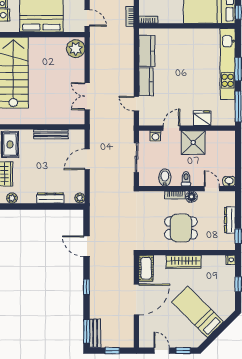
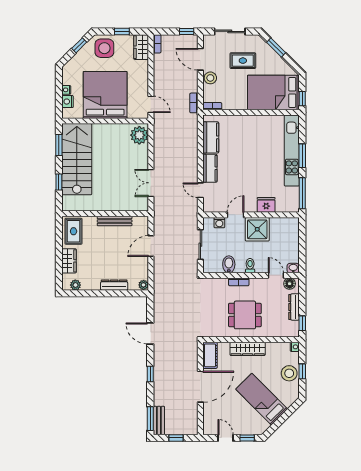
floor lamp: (191, 197) -> (290, 284), moved
stool: (225, 286) -> (289, 373), added

